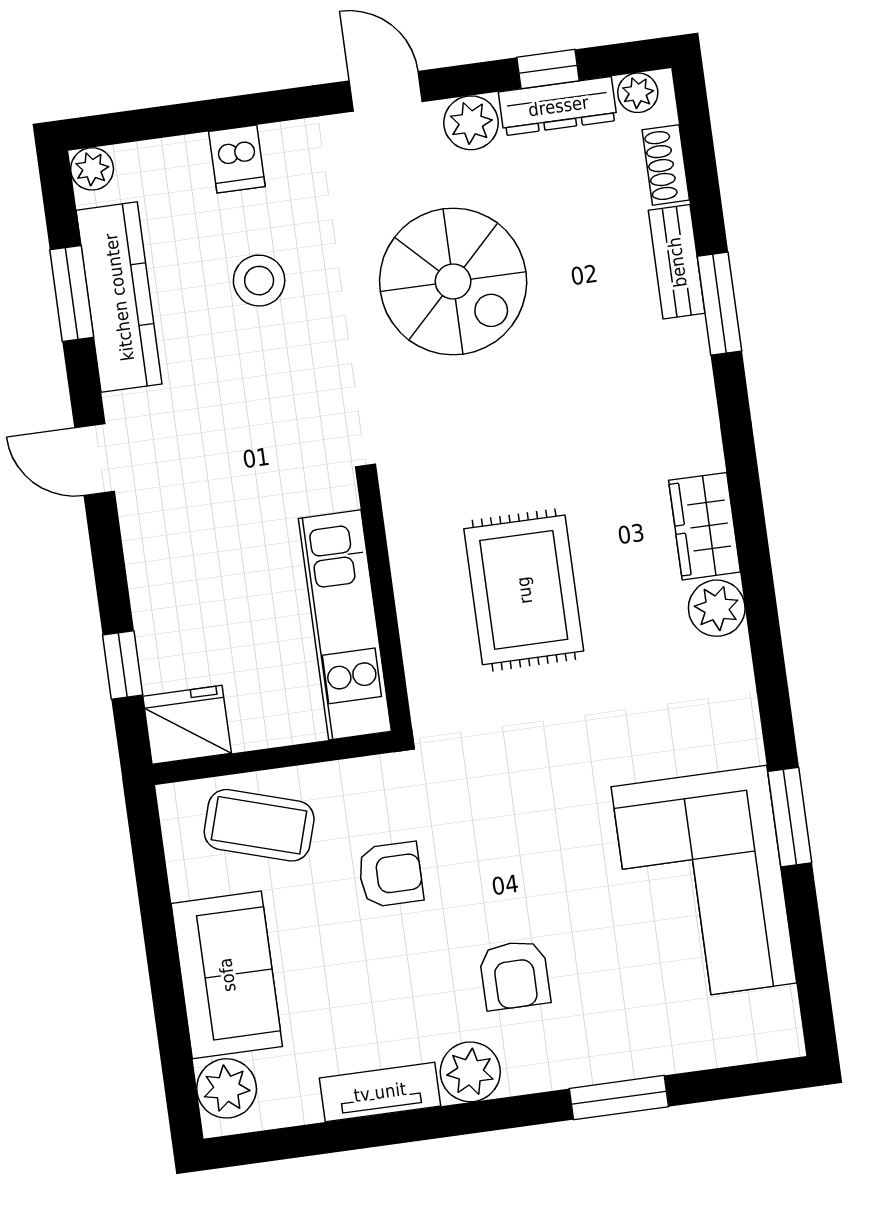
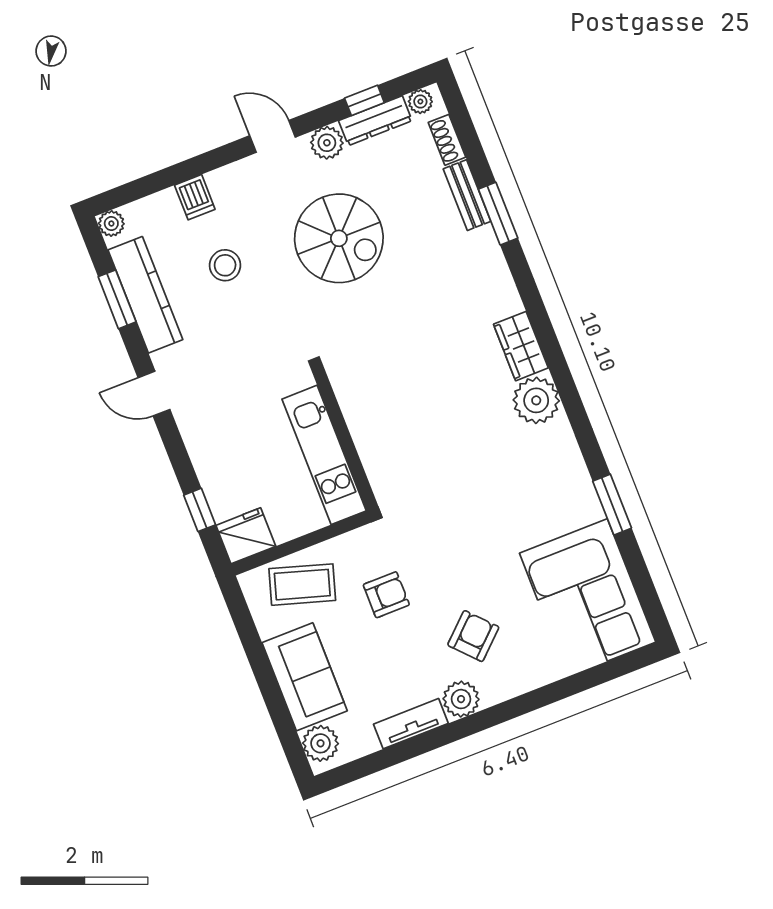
rug: (524, 590) -> (424, 409), removed
plant: (717, 608) -> (536, 400), width x1.36, depth x1.36
corner sofa: (704, 885) -> (588, 598), moved
armchair: (515, 975) -> (473, 636), turned -133
window: (619, 1098) -> (552, 693), removed

